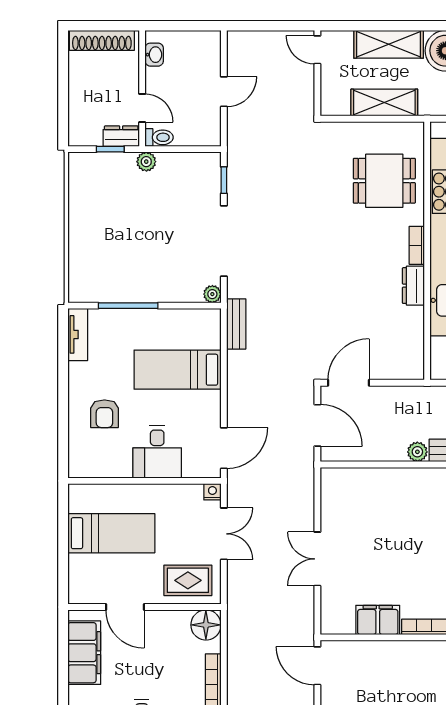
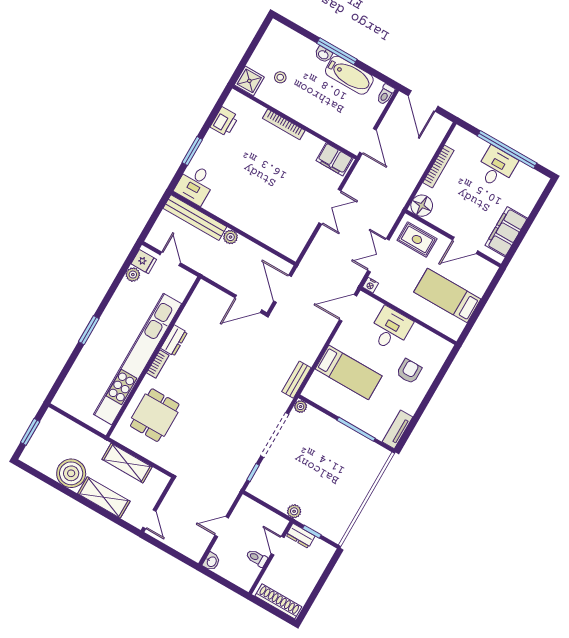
washbasin: (154, 55) -> (211, 562), moved, turned 180
toilet: (159, 137) -> (257, 558), moved
dining table: (384, 181) -> (155, 415), turned 90
door: (125, 607) -> (465, 245), swing flipped
filing cabinet: (378, 620) -> (334, 159), moved

